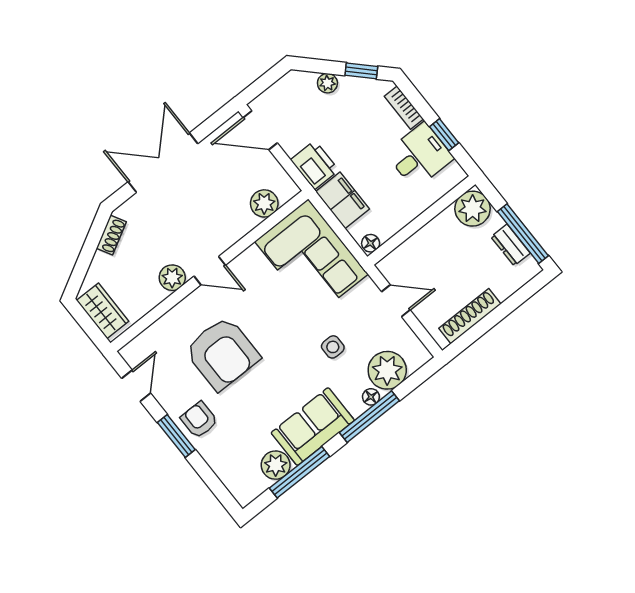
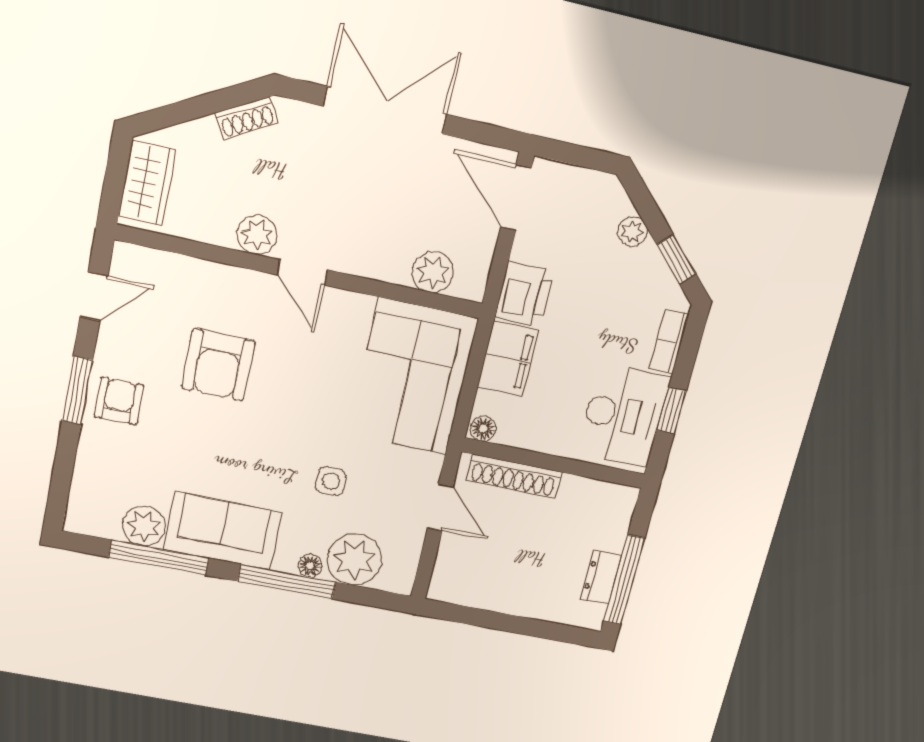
desk: (420, 156) -> (623, 415), width x1.37
plant: (473, 209) -> (611, 507), removed
shoe rack: (470, 316) -> (514, 476), moved, turned 180
armchair: (222, 353) -> (218, 365), width x0.73, depth x0.73

